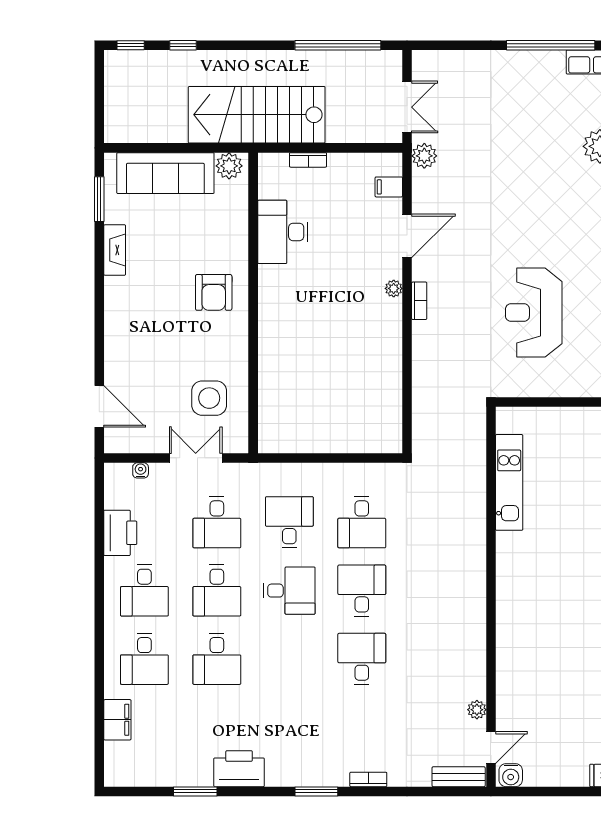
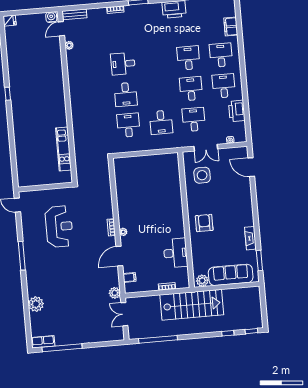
desk: (289, 591) -> (158, 92), removed
desk: (362, 659) -> (123, 64), turned 90

